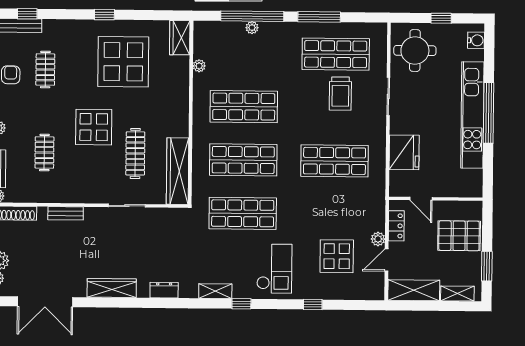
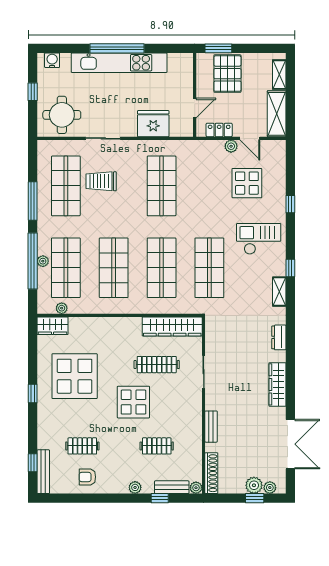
shop shelf: (244, 53) -> (66, 268), added
plant: (199, 66) -> (62, 308), moved
trolley: (340, 94) -> (101, 181), turned 180
window: (487, 266) -> (218, 48), moved

